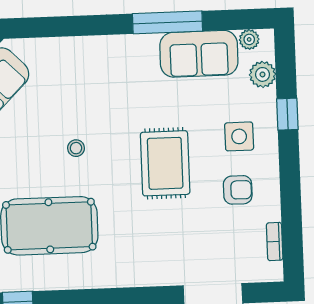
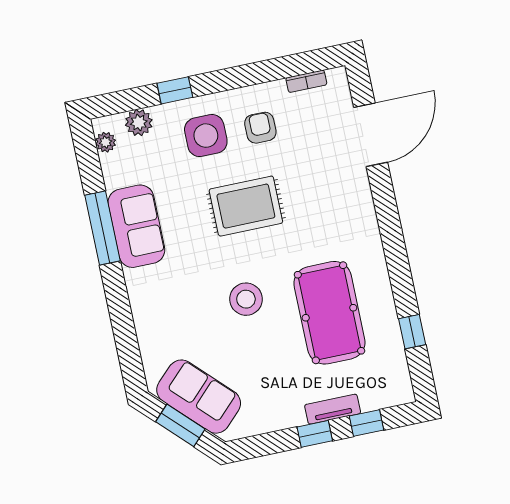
sofa: (199, 54) -> (136, 226), moved
side table: (239, 136) -> (206, 136), width x1.37, depth x1.37
stool: (76, 148) -> (246, 299), width x1.89, depth x1.89

